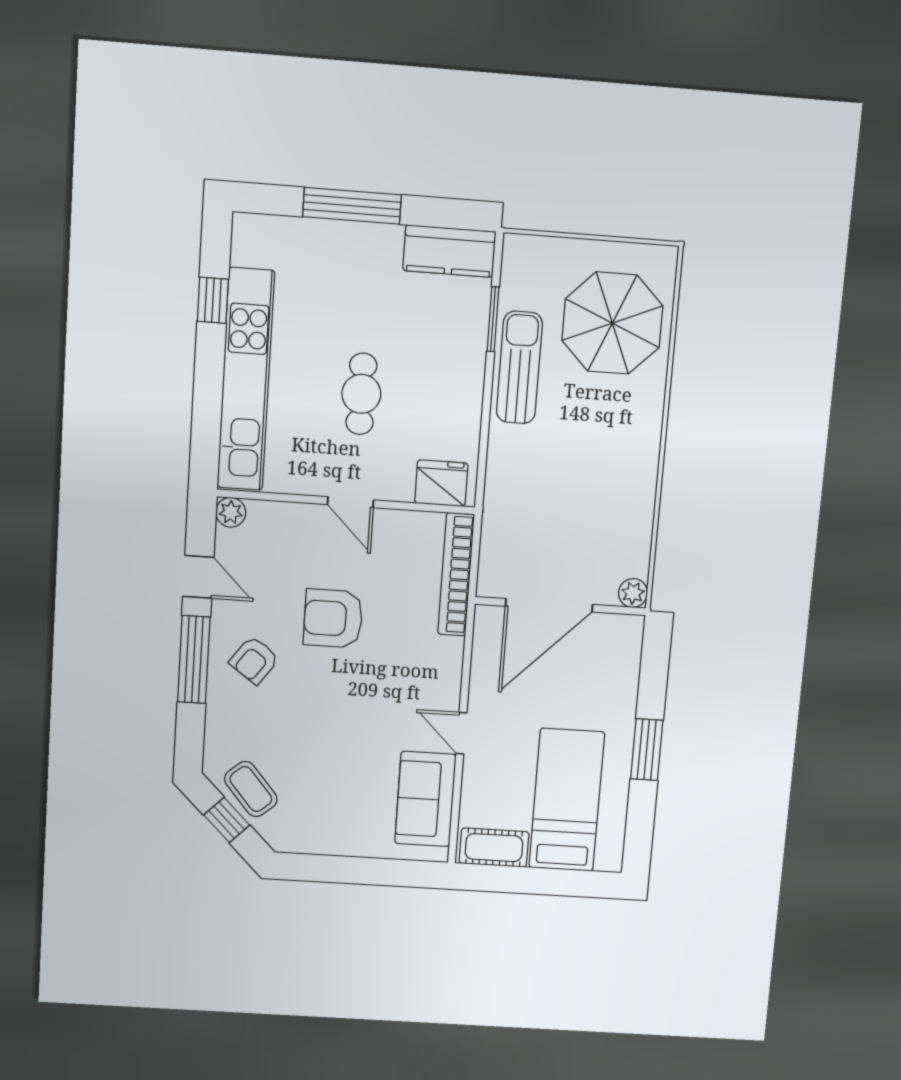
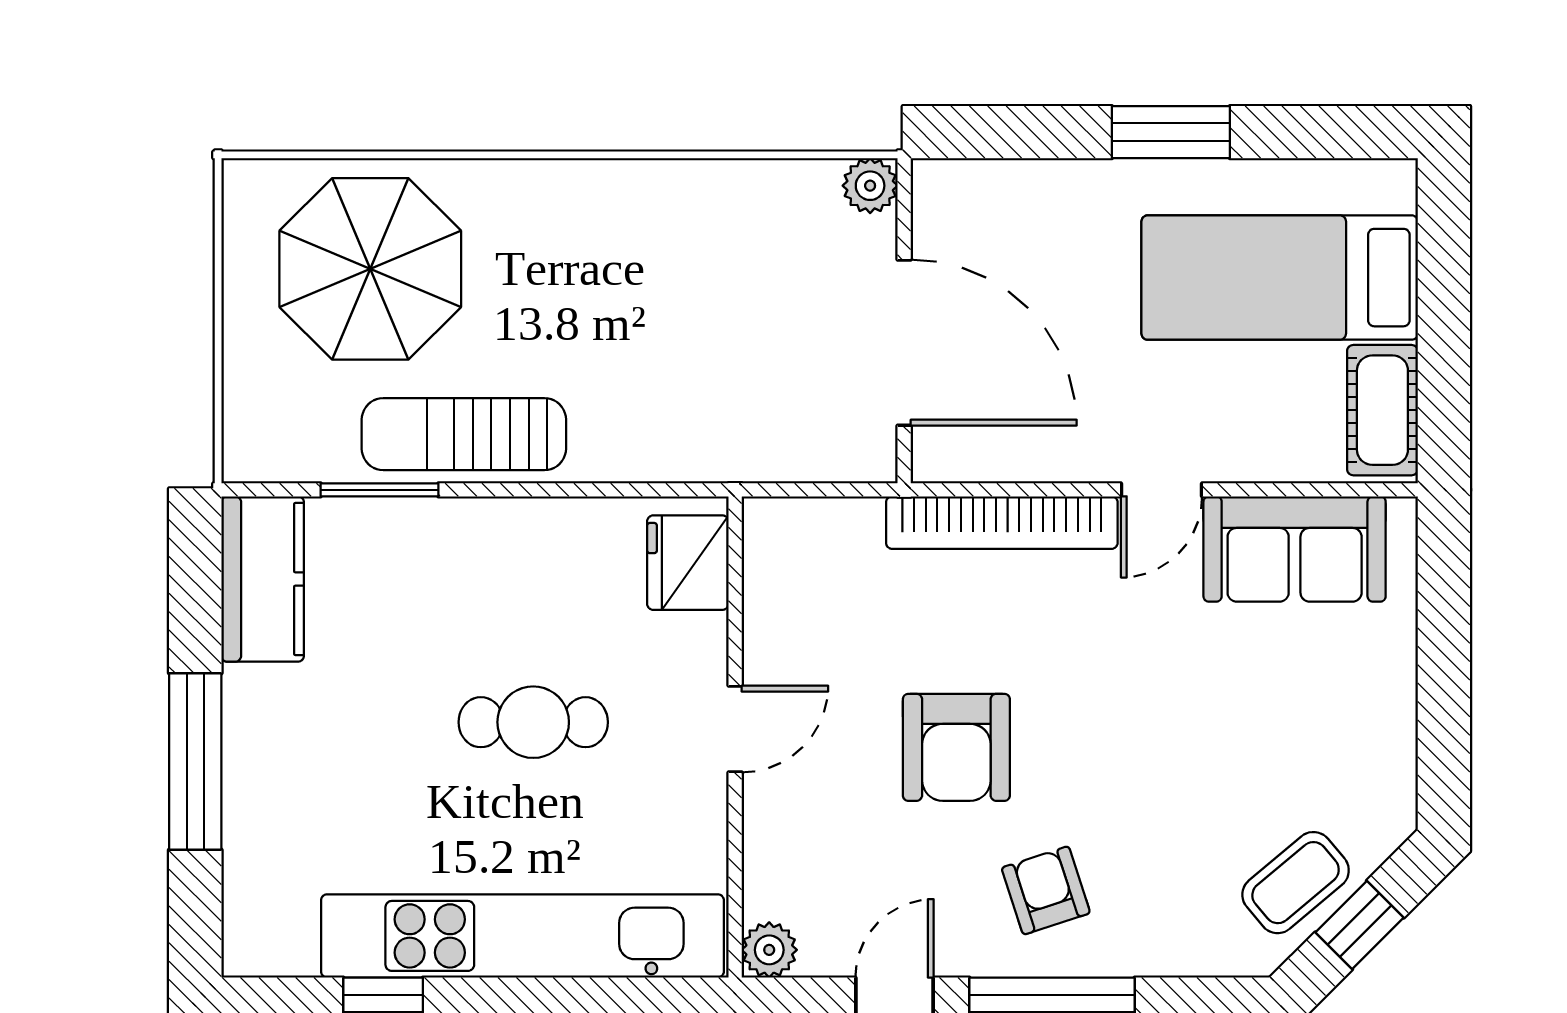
bookcase: (456, 574) -> (1002, 523), moved
armchair: (254, 660) -> (1046, 890), turned -144

